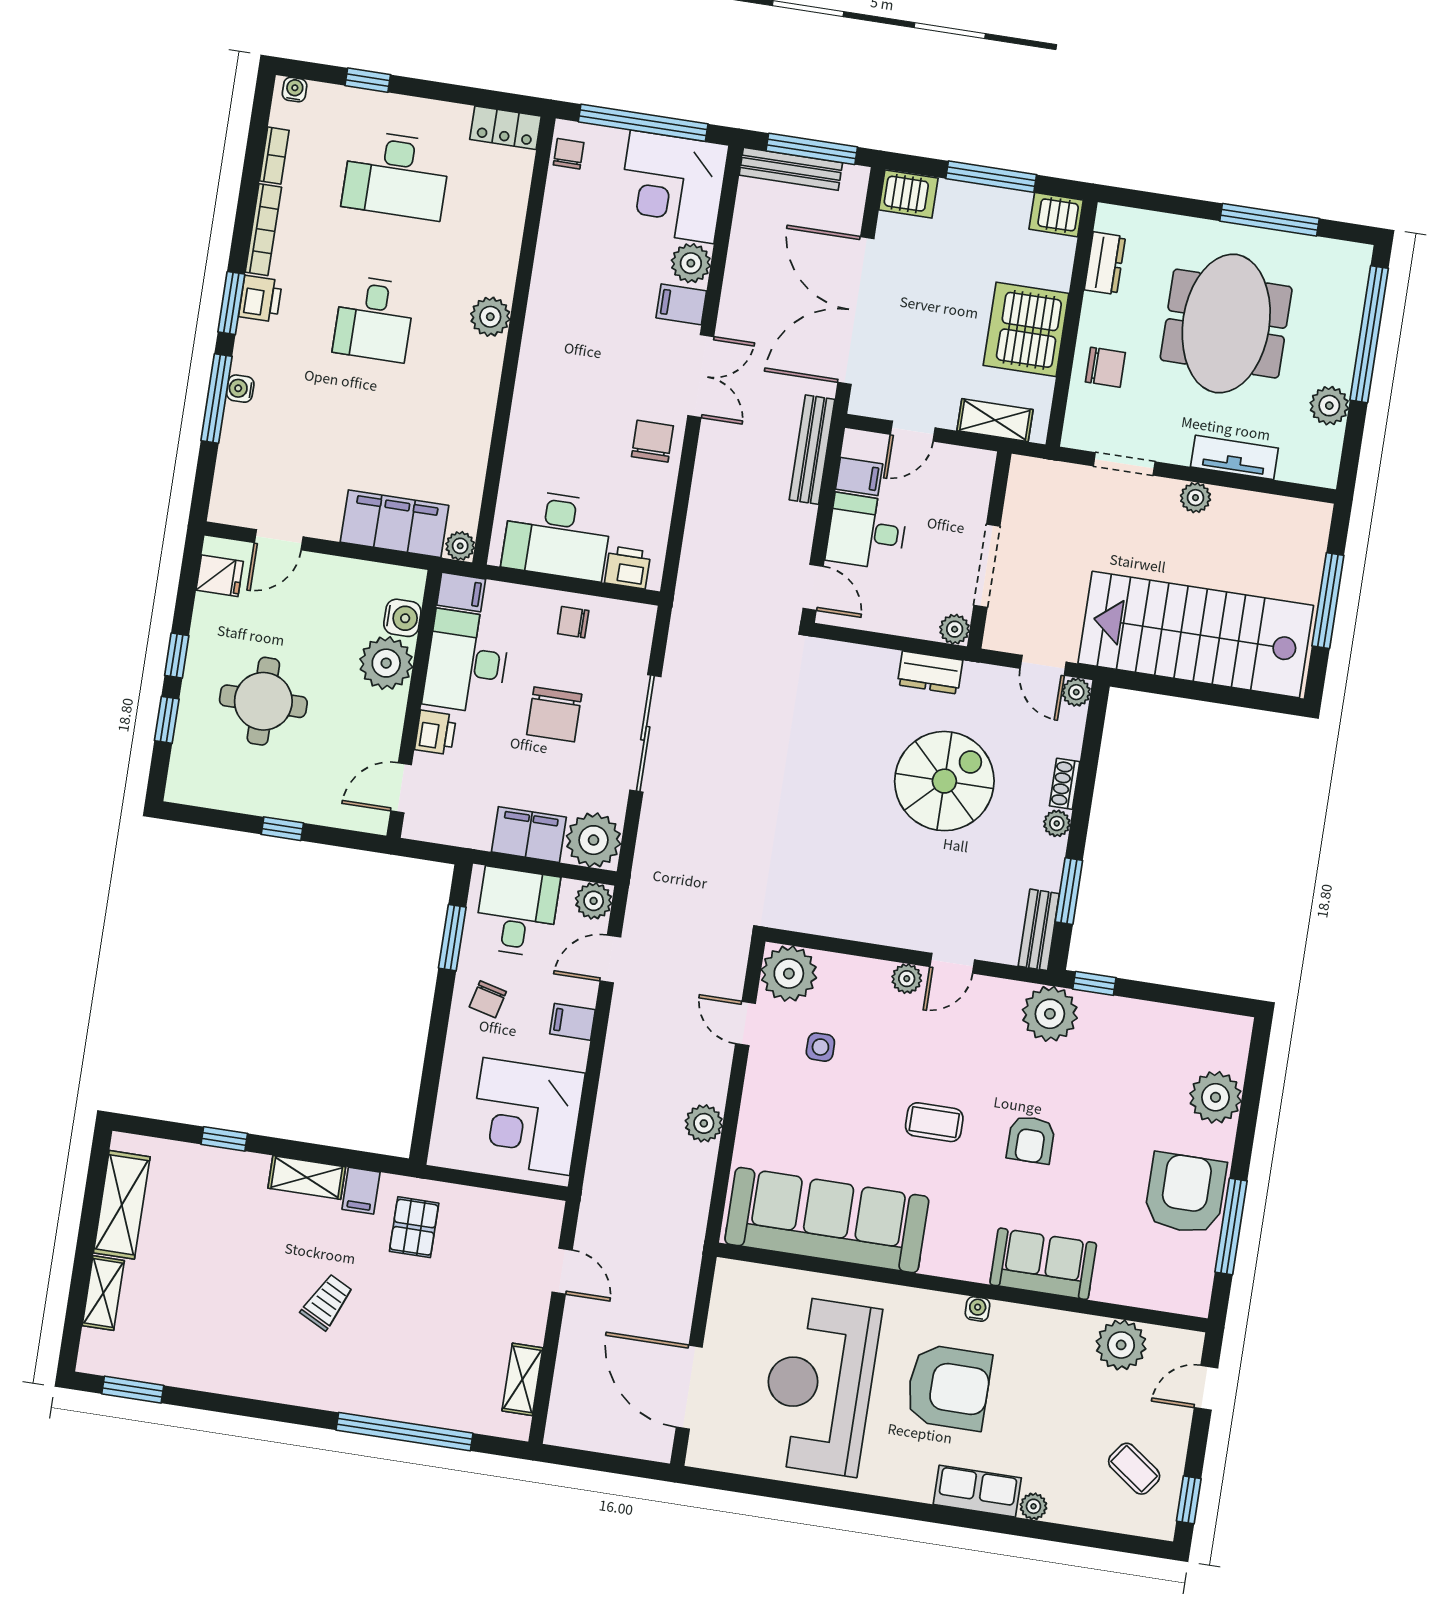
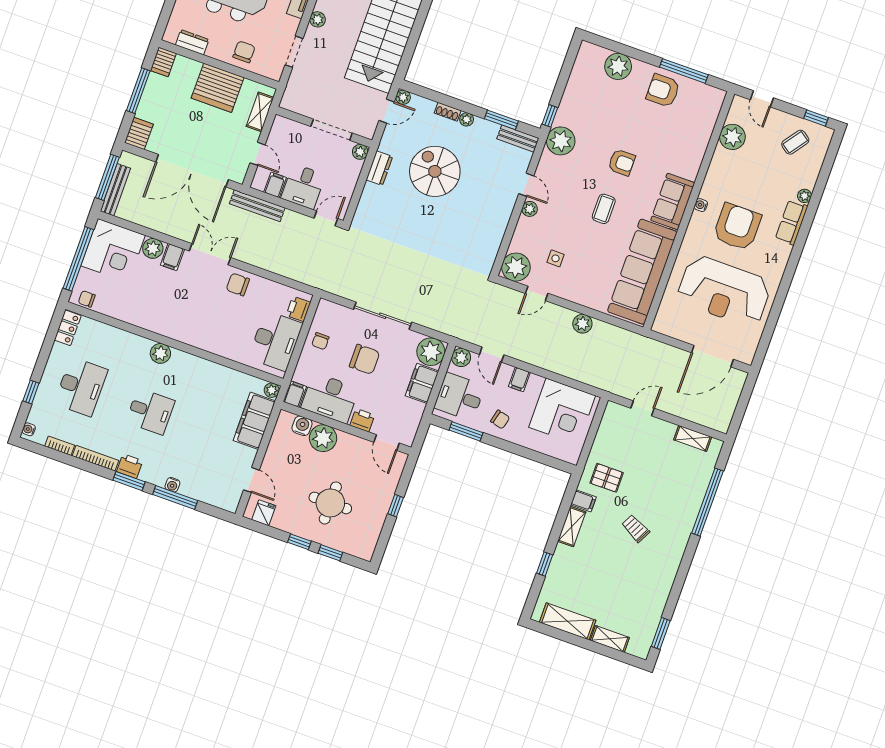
armchair: (1185, 1193) -> (663, 91), width x0.73, depth x0.73
sofa: (1043, 1264) -> (673, 201), moved

